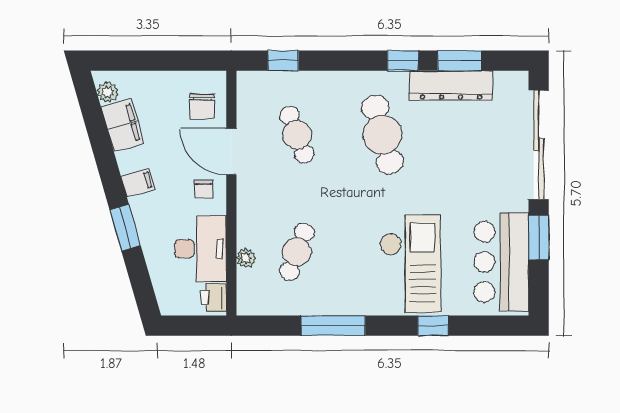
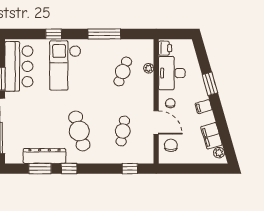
cafe table: (297, 135) -> (123, 131), turned 30

